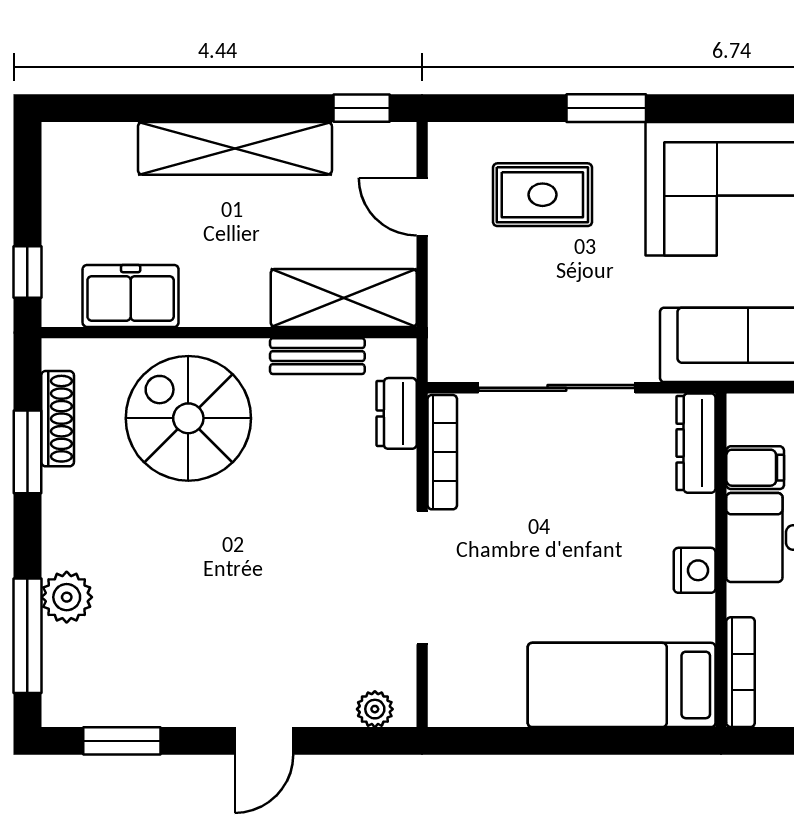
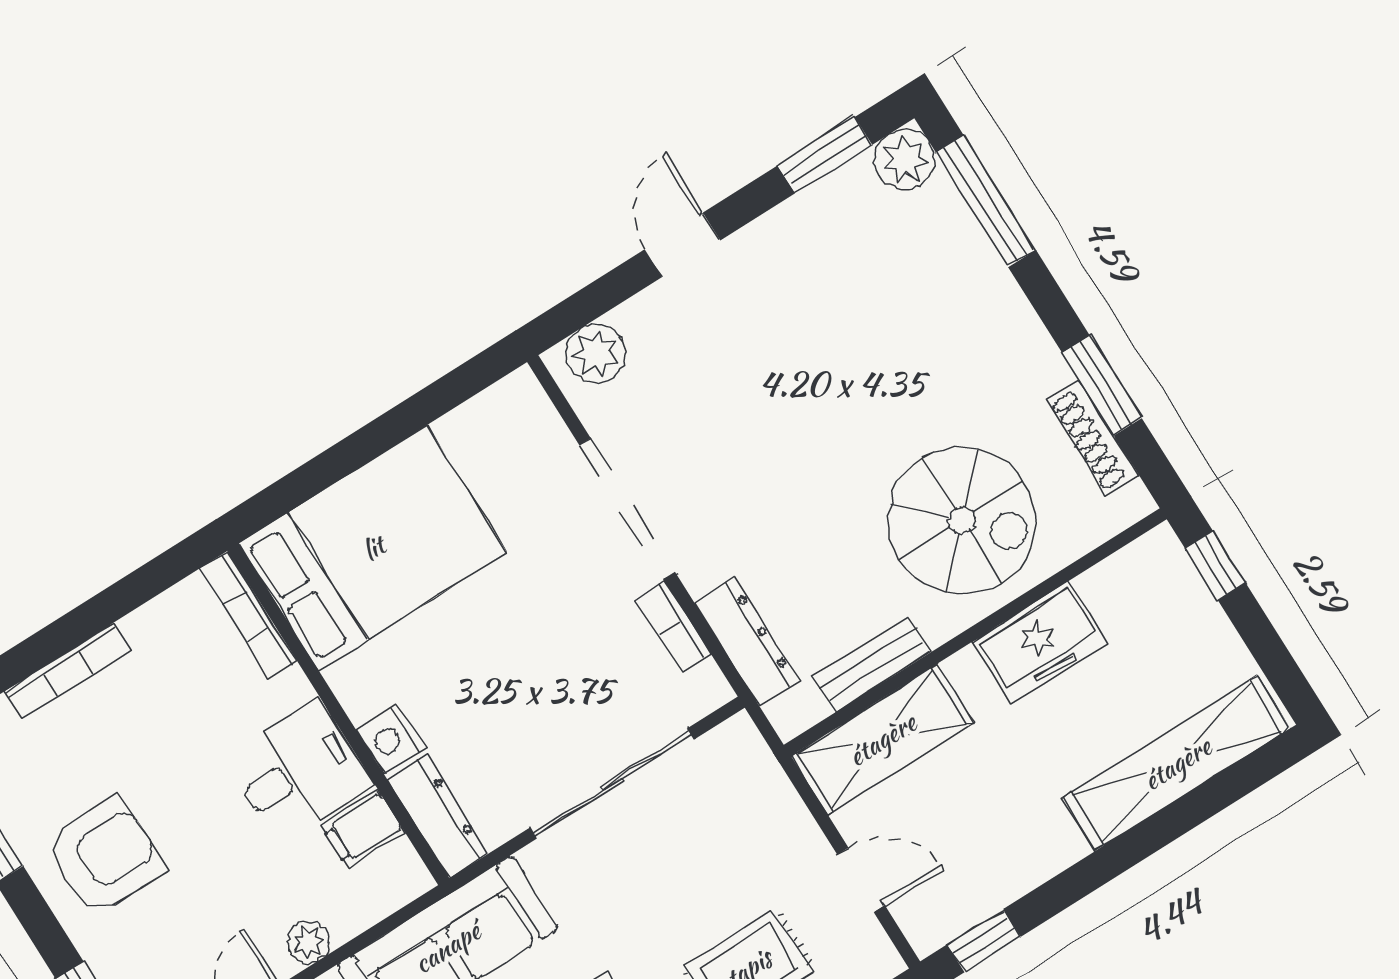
shelving: (235, 148) -> (1177, 763), moved
freezer: (131, 296) -> (1040, 642), moved
dresser: (397, 413) -> (746, 641), width x1.44
bookcase: (442, 452) -> (673, 626), width x0.64
nightstand: (695, 570) -> (391, 739), moved
plant: (67, 597) -> (905, 160), moved
bed: (622, 685) -> (373, 548), width x1.50
plant: (375, 709) -> (596, 354), width x1.38, depth x1.38

